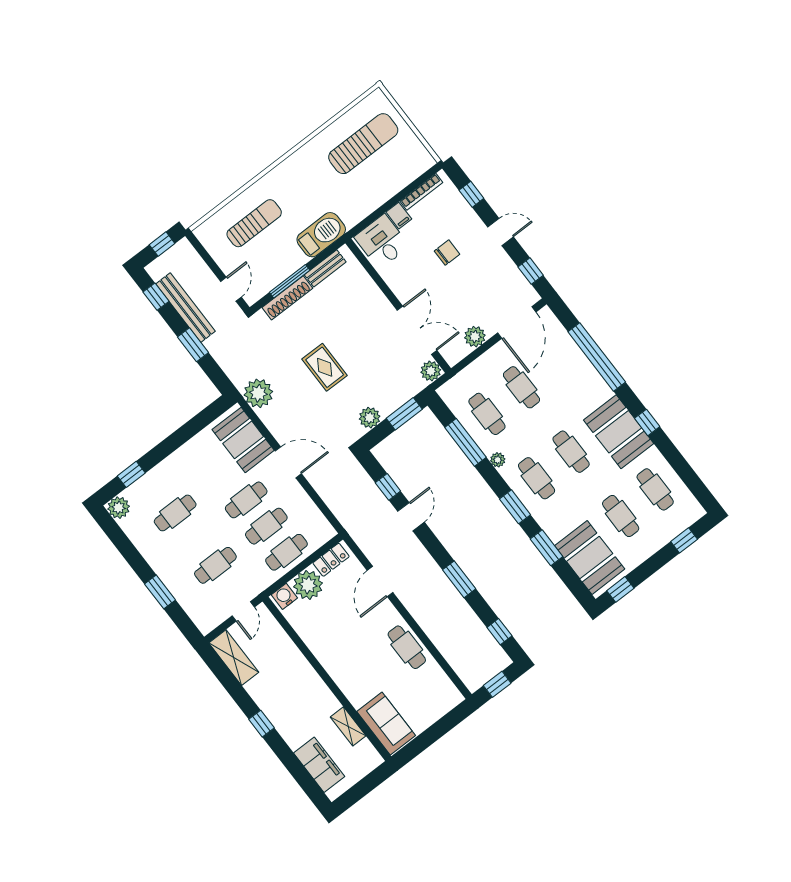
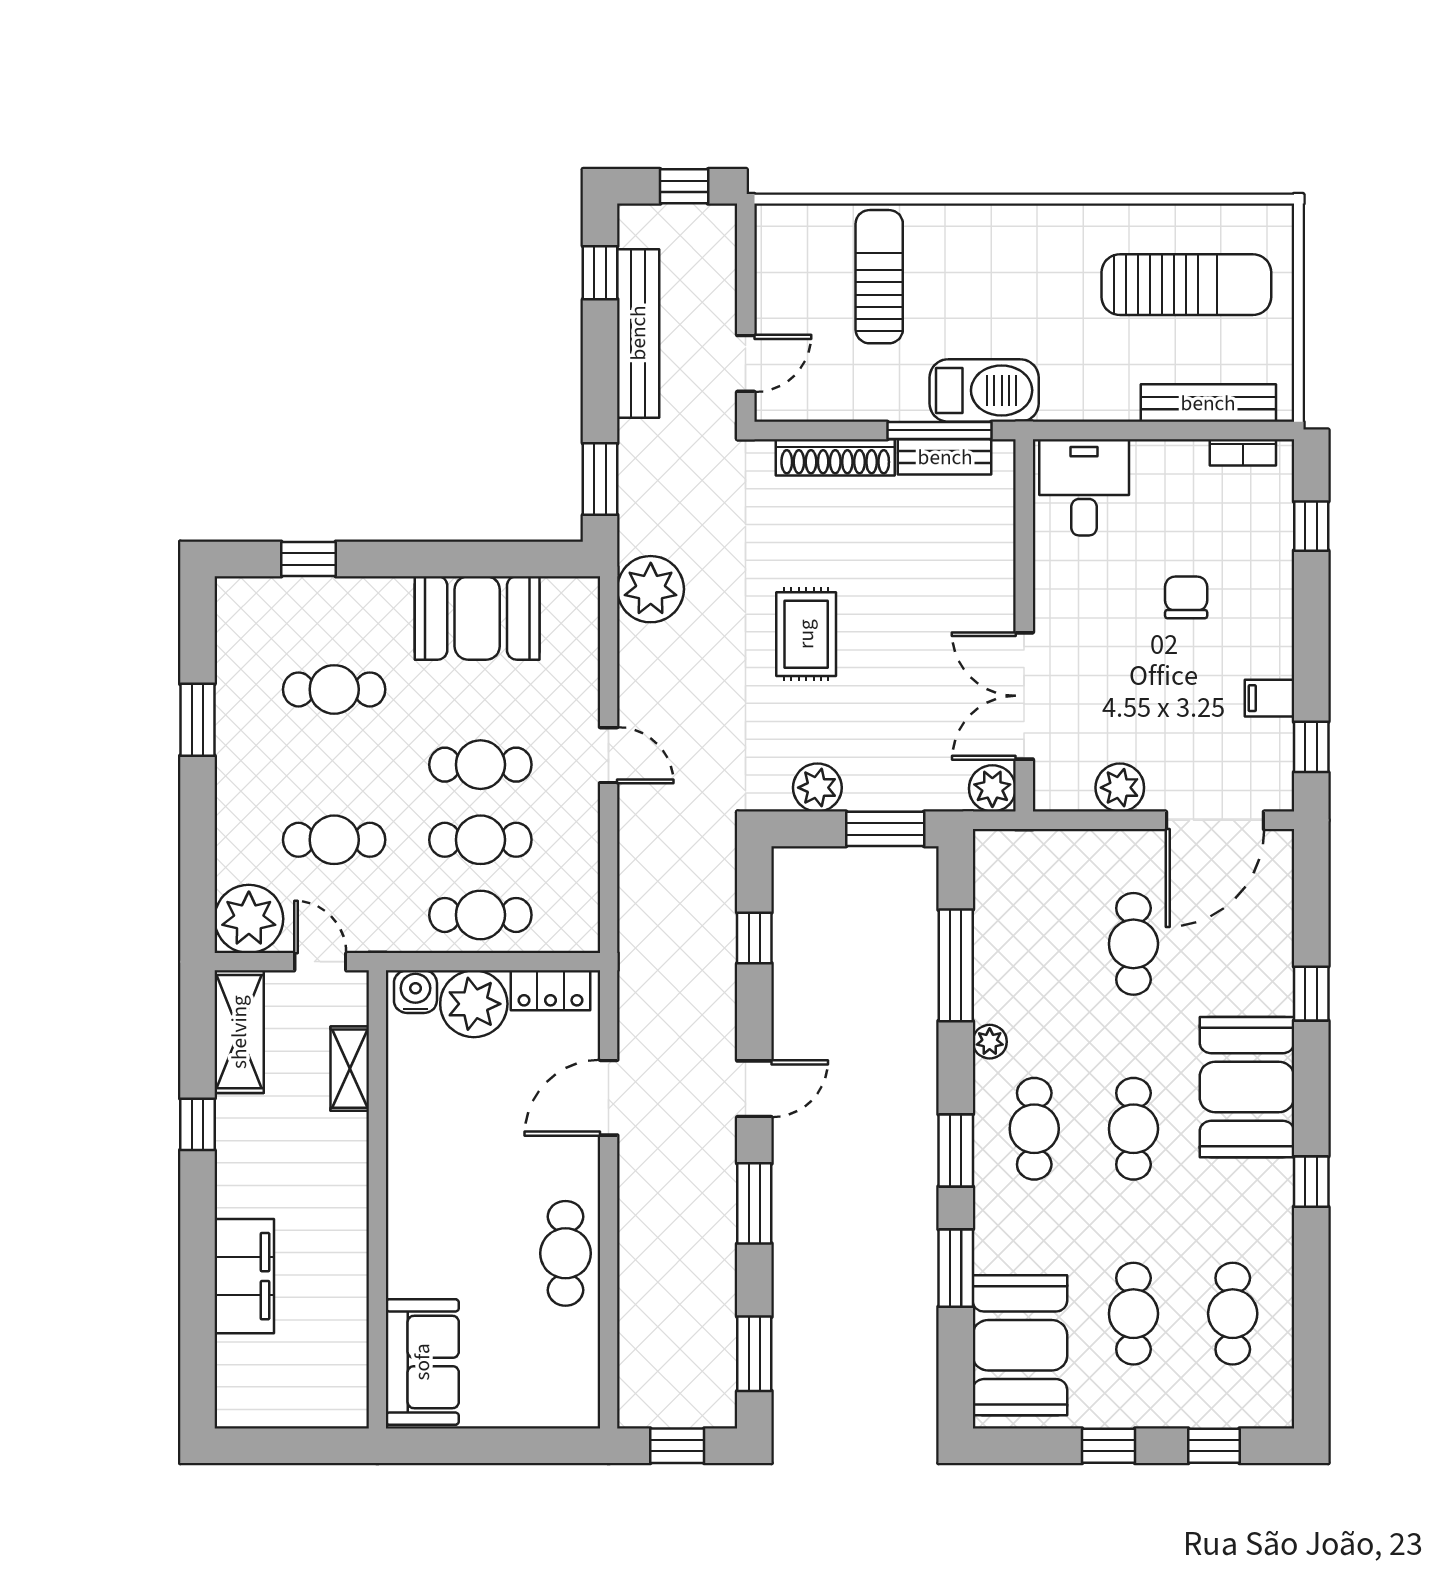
bench: (403, 179) -> (1208, 403), added
bookcase: (421, 192) -> (1243, 452), width x0.64
filing cabinet: (399, 216) -> (1269, 698), moved, turned 90
sun lounger: (254, 223) -> (879, 277), turned -90
door: (500, 232) -> (1311, 634), removed
chair: (447, 253) -> (1186, 597), turned -90
window: (290, 281) -> (939, 430), moved
double door: (417, 330) -> (1024, 696), swing flipped
window: (193, 345) -> (600, 479), moved
window: (597, 357) -> (1311, 994), width x0.32
cafe table: (487, 414) -> (1034, 944), removed
booth: (619, 432) -> (1247, 1087), moved
booth: (243, 440) -> (477, 618), moved, turned 90
door: (288, 462) -> (609, 755), width x0.73
plant: (119, 508) -> (249, 919), moved, width x1.36, depth x1.36
door: (411, 517) -> (754, 1089), moved
window: (620, 589) -> (1109, 1446), moved
window: (160, 592) -> (197, 720), moved
door: (243, 611) -> (320, 962), swing flipped
window: (499, 632) -> (754, 1354), width x1.50
window: (261, 724) -> (197, 1124), moved
shelving: (348, 726) -> (350, 1069), moved
filing cabinet: (319, 765) -> (244, 1276), moved

